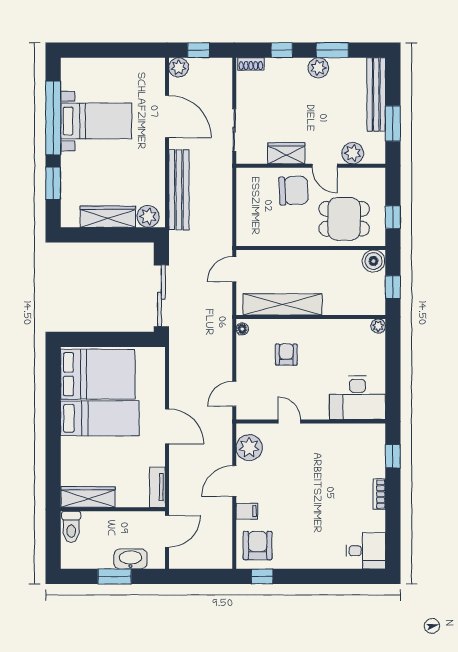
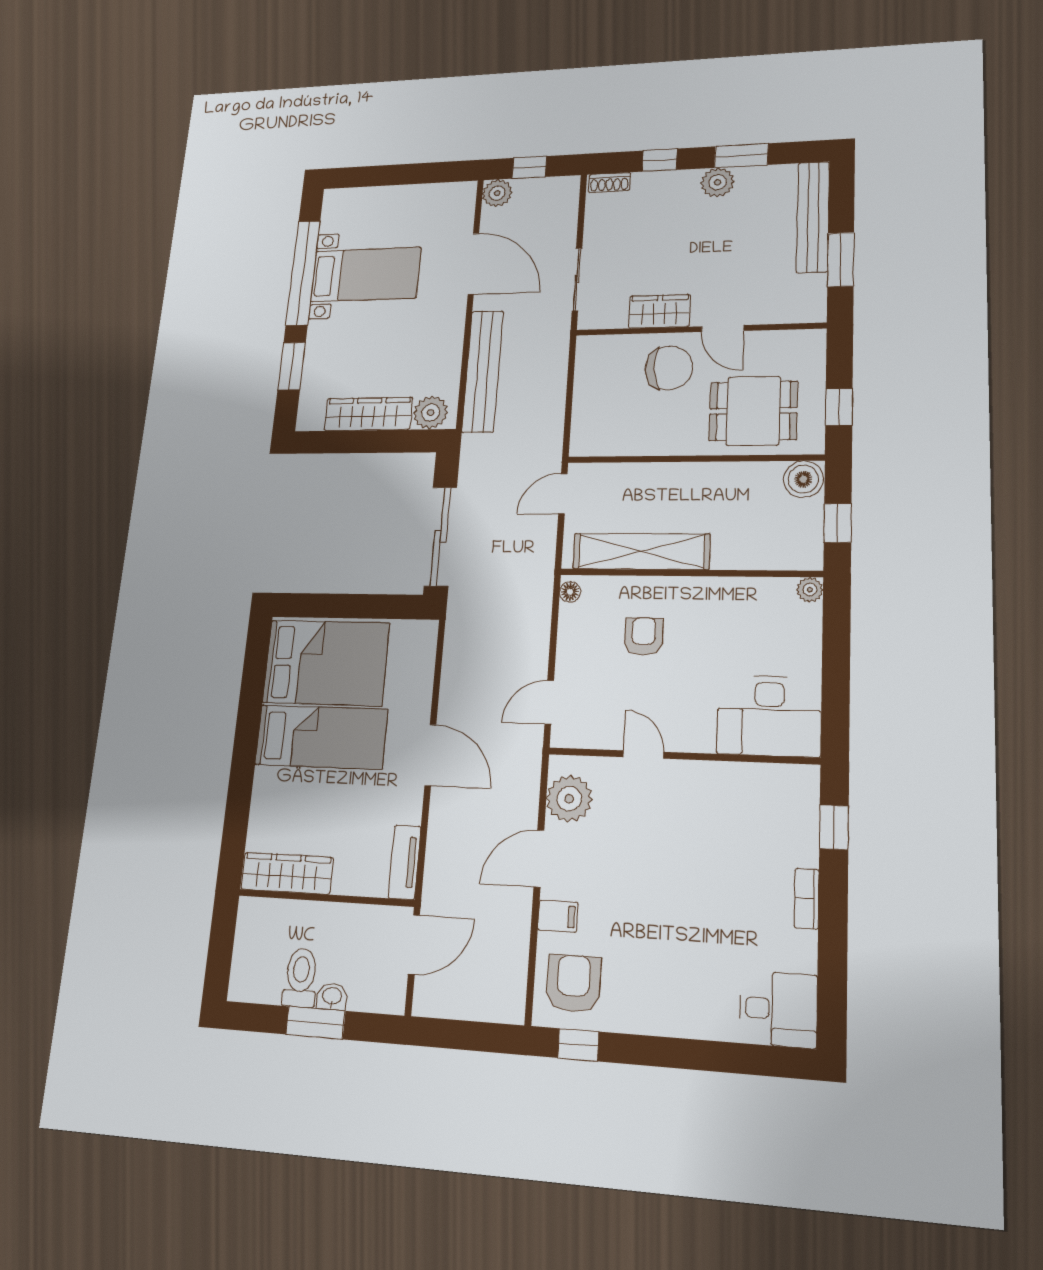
plant: (353, 153) -> (771, 308), removed
toilet: (71, 527) -> (301, 978), moved, turned 180
washbasin: (131, 559) -> (332, 997), width x0.52, depth x0.69

